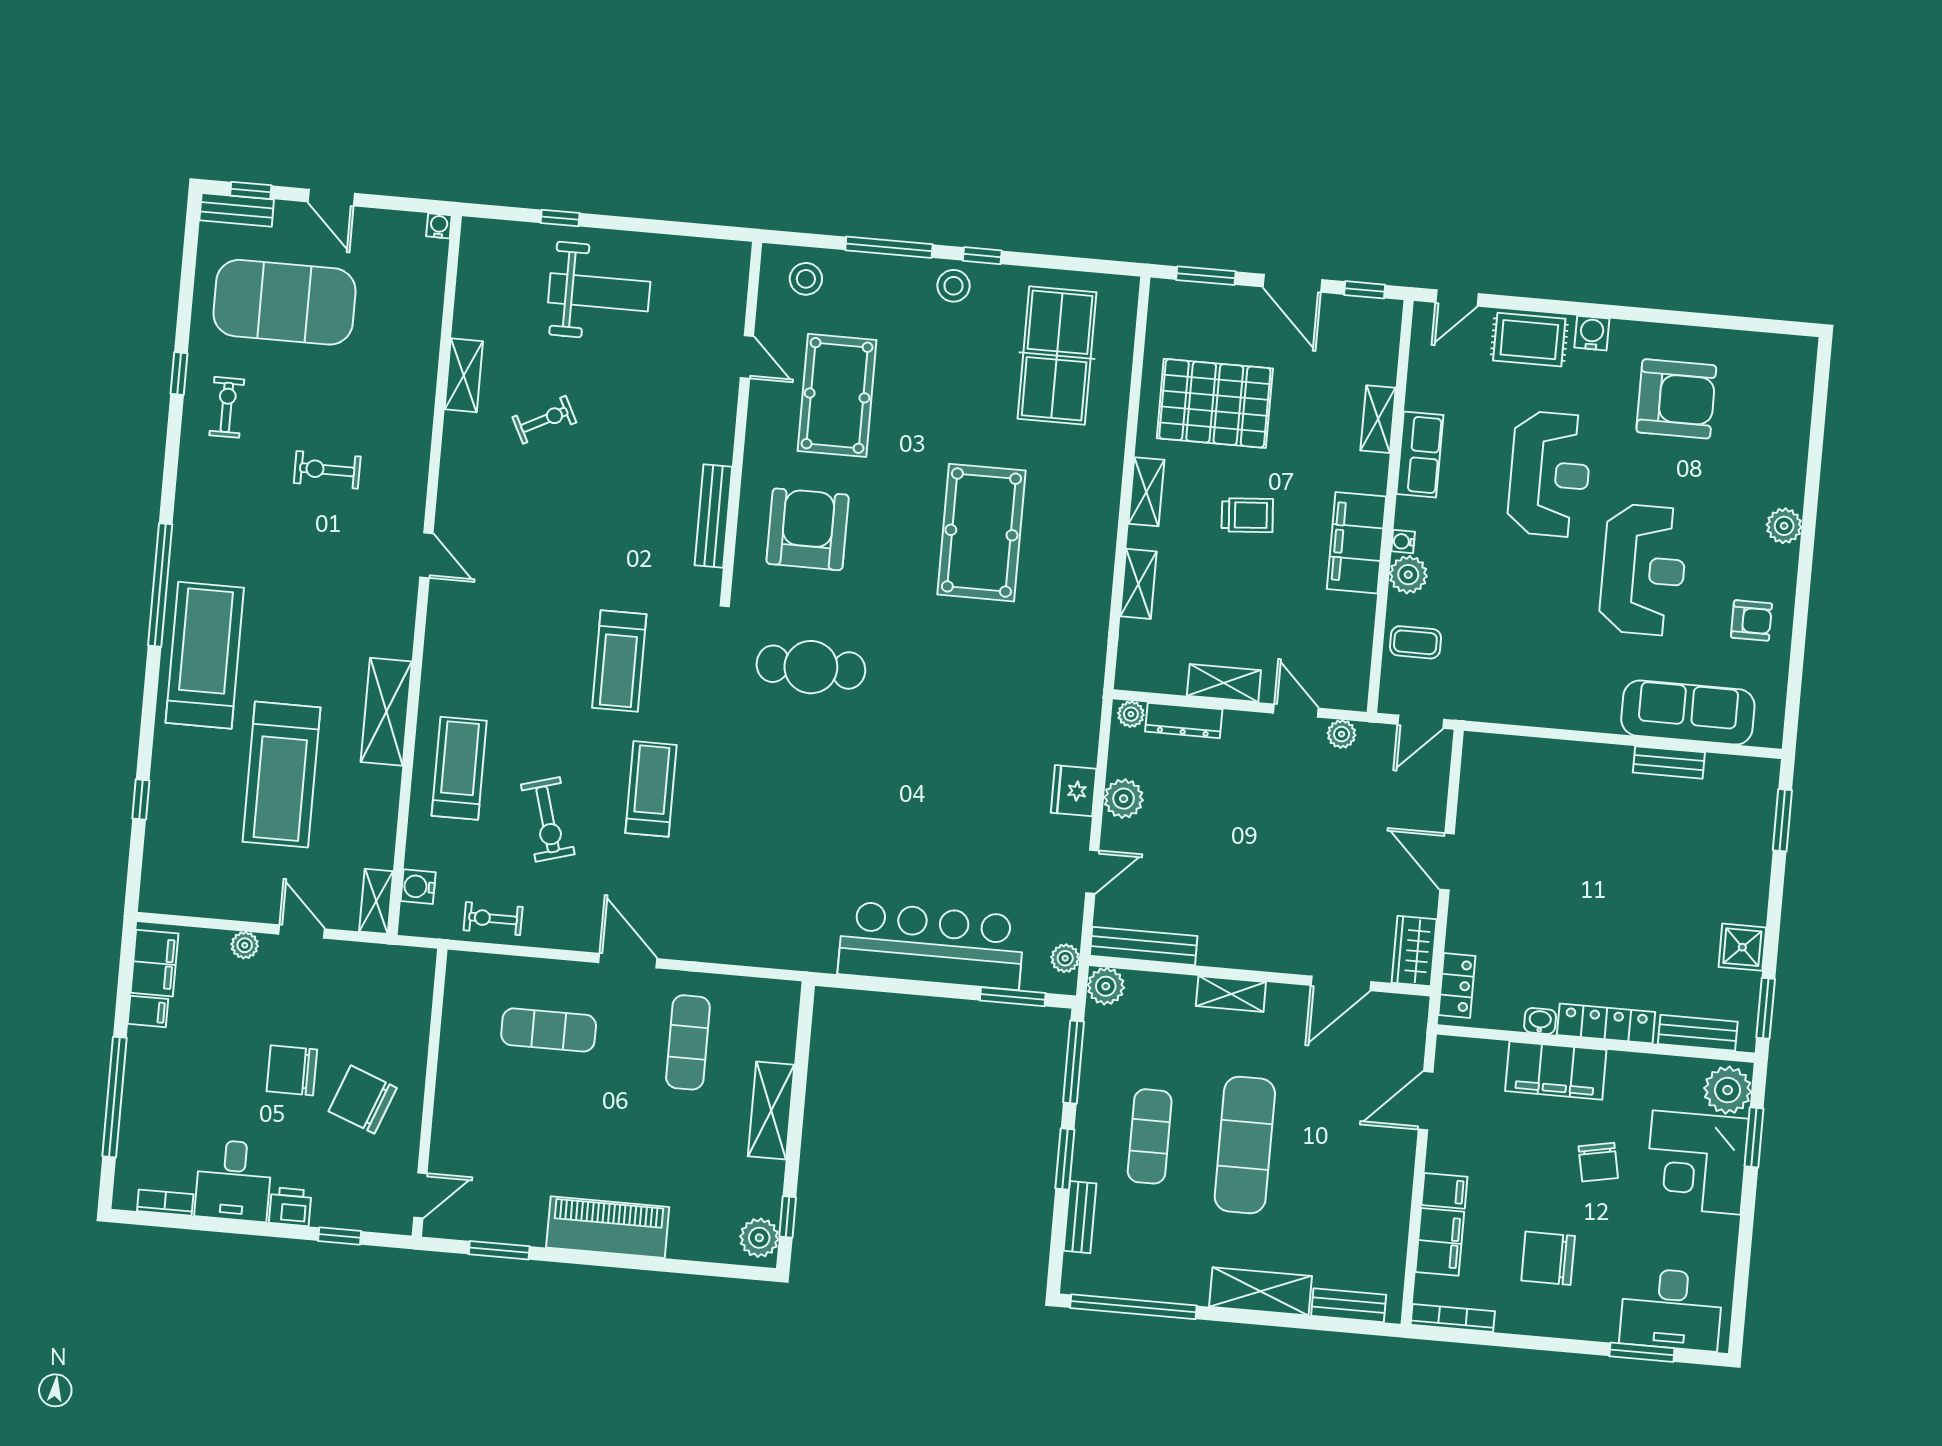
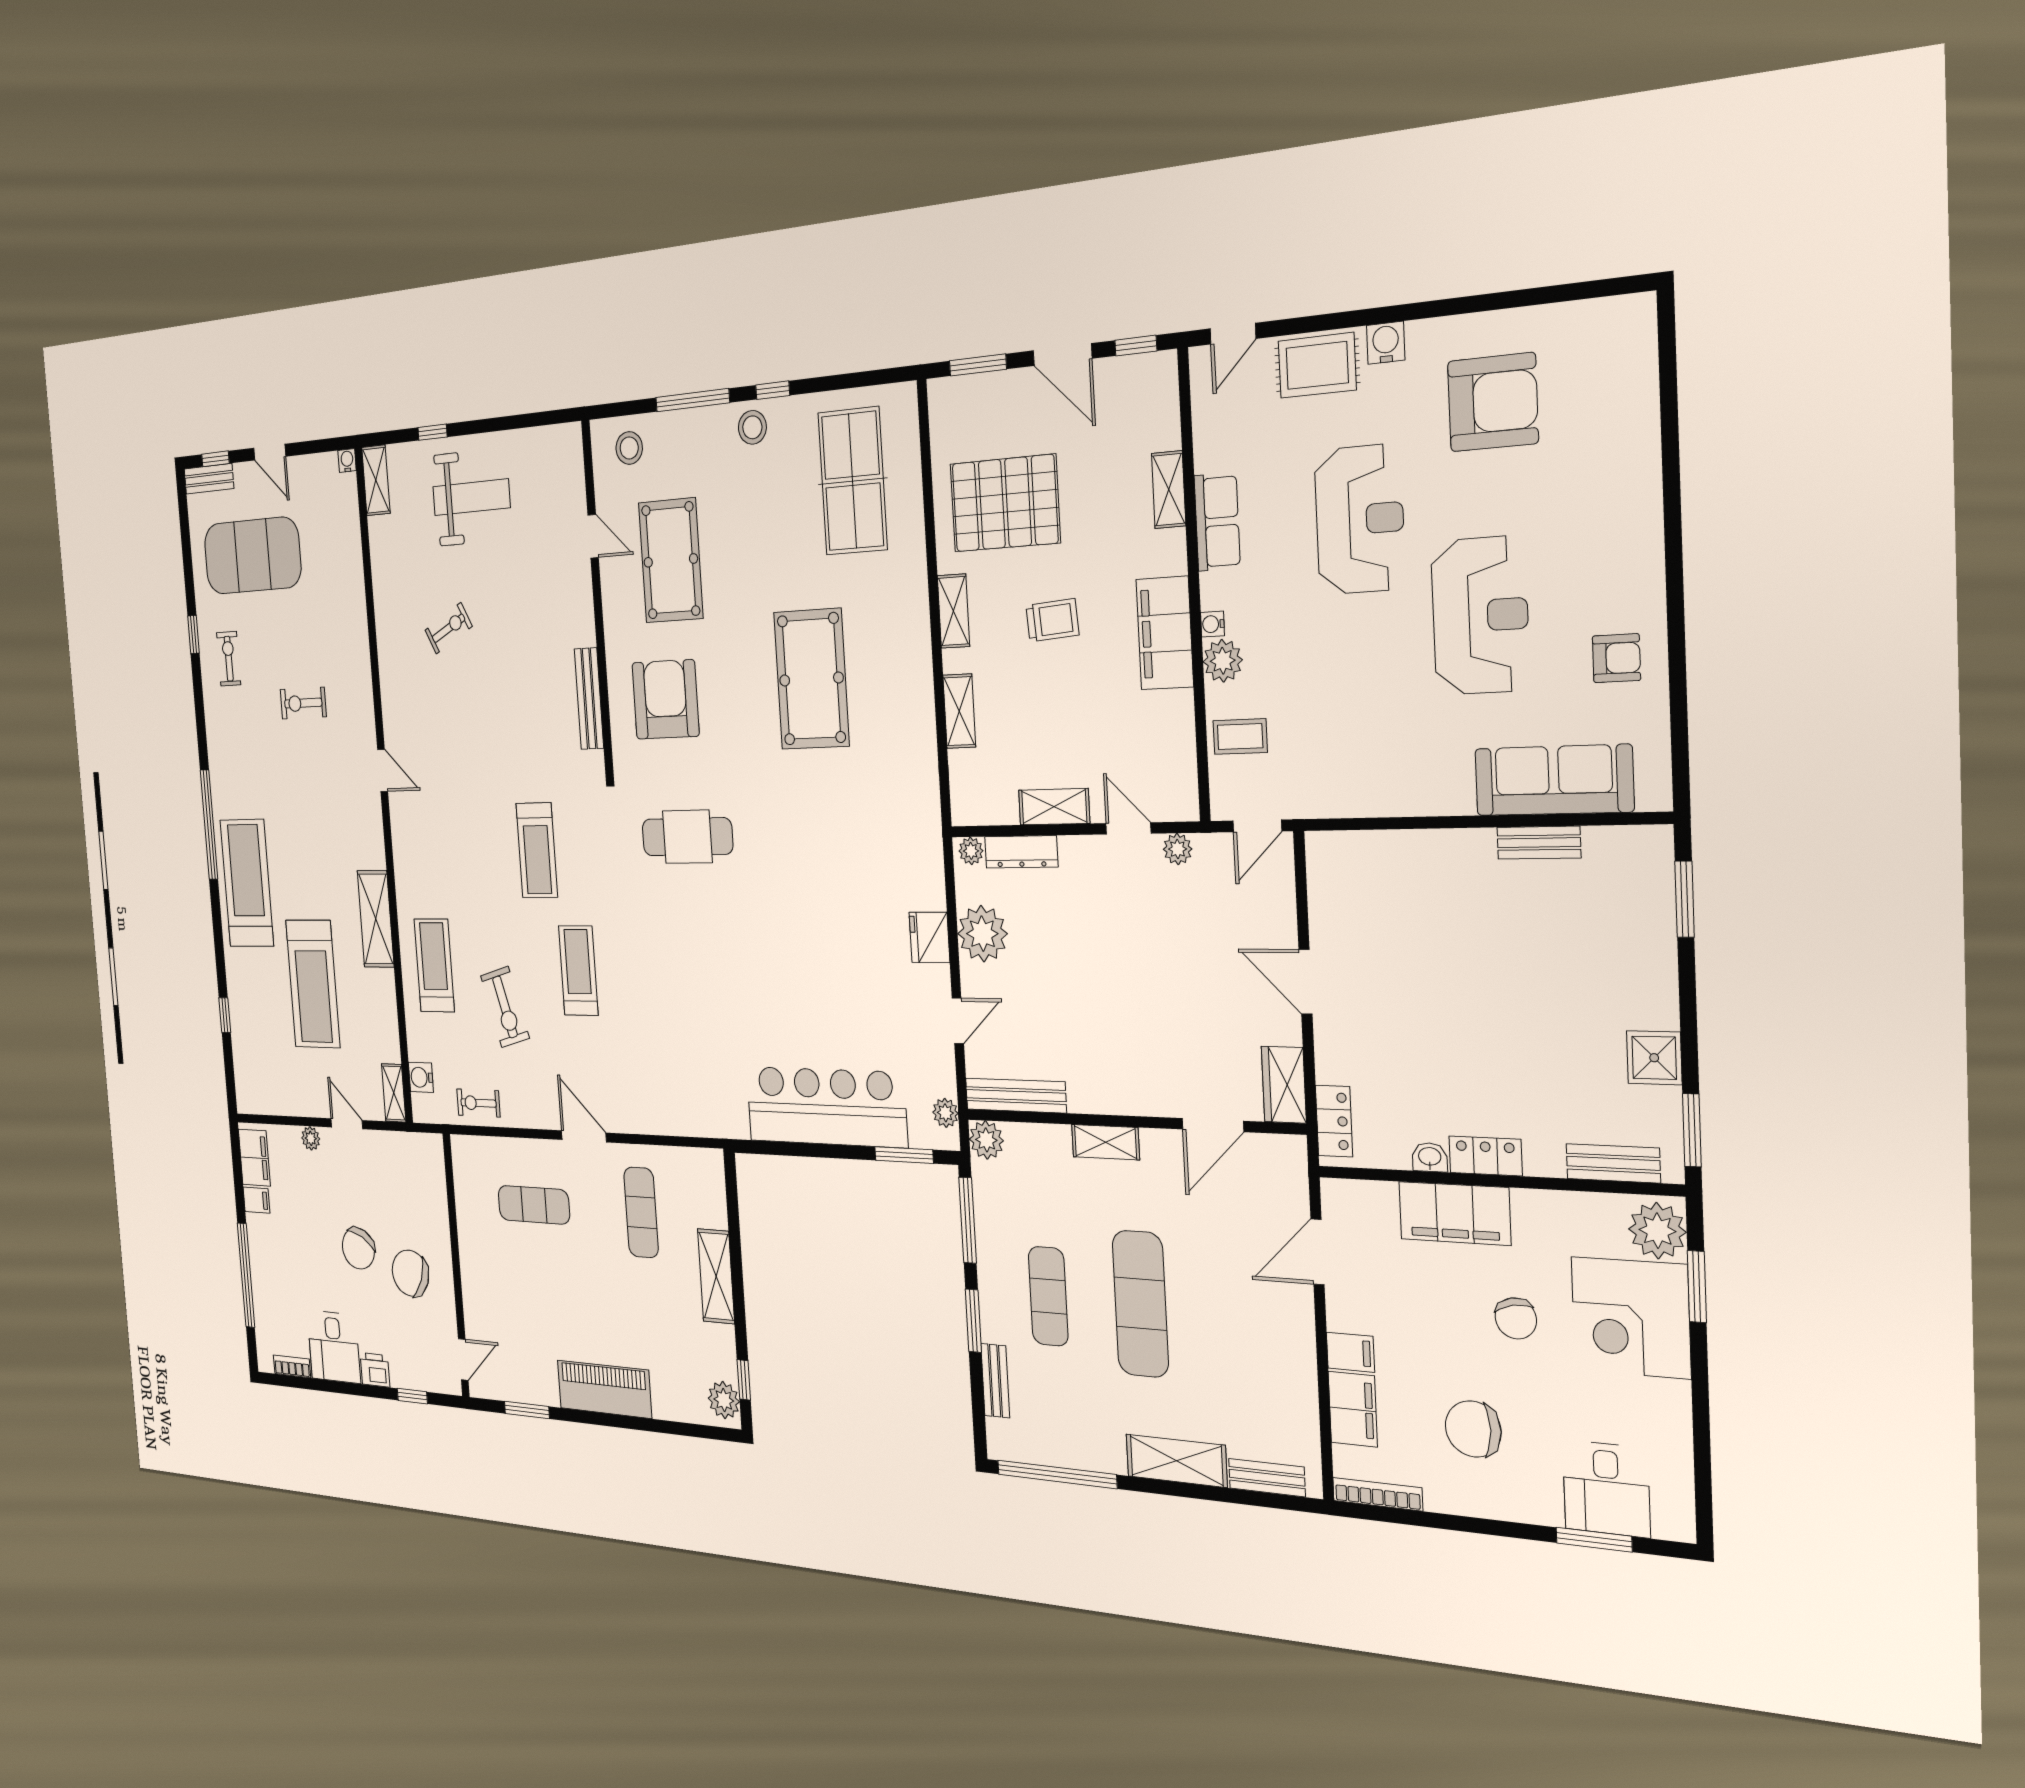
shelving: (464, 375) -> (376, 480), moved
plant: (1784, 526) -> (1642, 535), removed
plant: (1124, 799) -> (982, 934), width x1.36, depth x1.36
locker: (1606, 1024) -> (1486, 1156), width x0.66
chair: (292, 1070) -> (358, 1248), turned -61
desk: (1671, 1309) -> (1606, 1489), width x0.73

